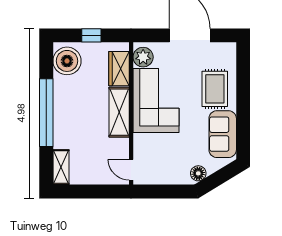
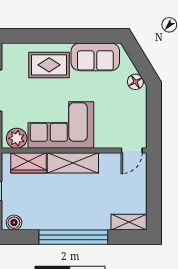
boiler: (67, 61) -> (14, 223), width x0.54, depth x0.54

